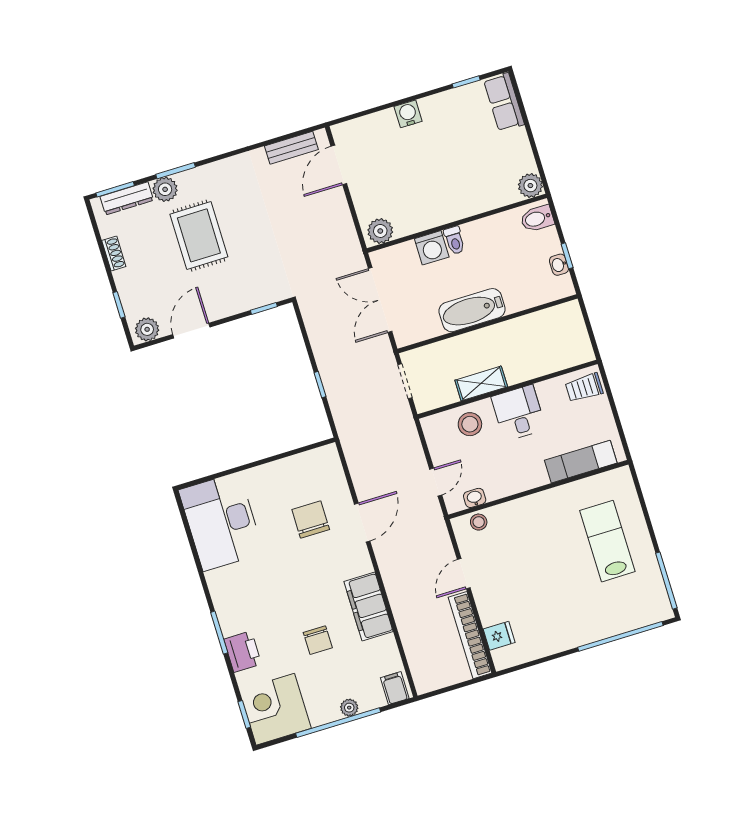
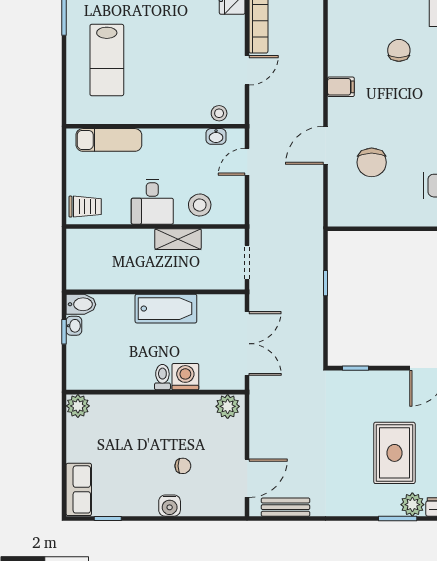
chair: (407, 158) -> (183, 466), added
bidet: (537, 219) -> (81, 304), moved
filing cabinet: (369, 607) -> (341, 87), width x0.33, depth x0.86

